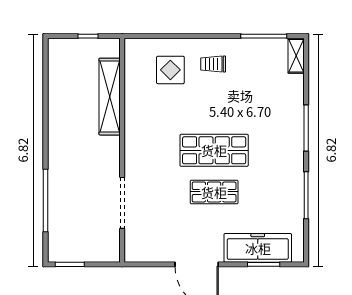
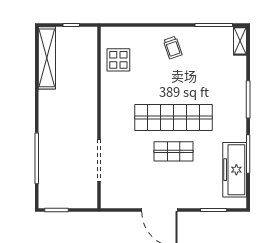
trolley: (213, 64) -> (173, 48), turned -109
display table: (170, 70) -> (118, 60), moved
shelving: (110, 97) -> (47, 58), moved
shop shelf: (214, 150) -> (174, 118), width x1.40
freezer: (258, 248) -> (235, 170), moved, turned -90

